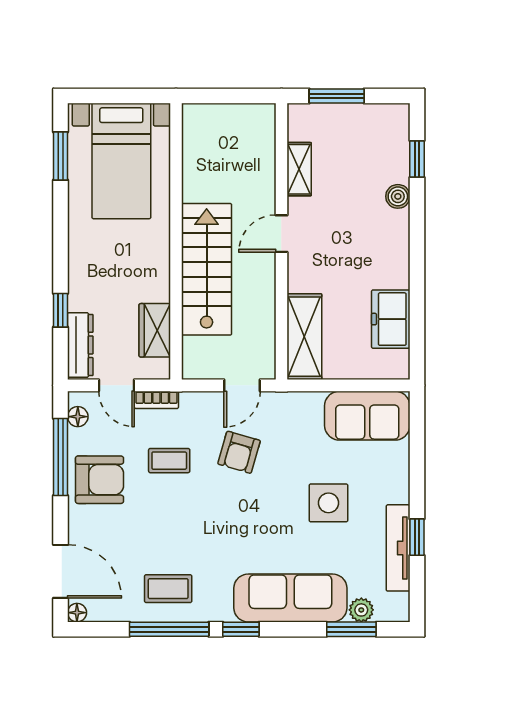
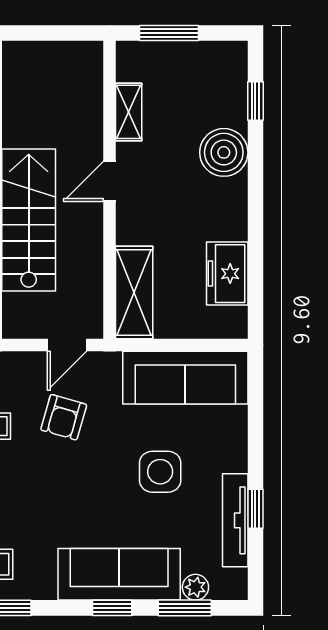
boiler: (398, 196) -> (224, 152), width x1.86, depth x1.86
sofa: (367, 416) -> (185, 378), width x1.36
window: (241, 629) -> (112, 608), moved

